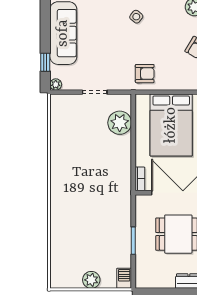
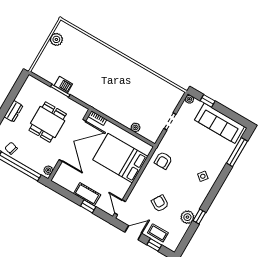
plant: (120, 123) -> (135, 127), width x0.53, depth x0.53
barbecue: (124, 278) -> (63, 85), moved
plant: (91, 280) -> (56, 39), moved

